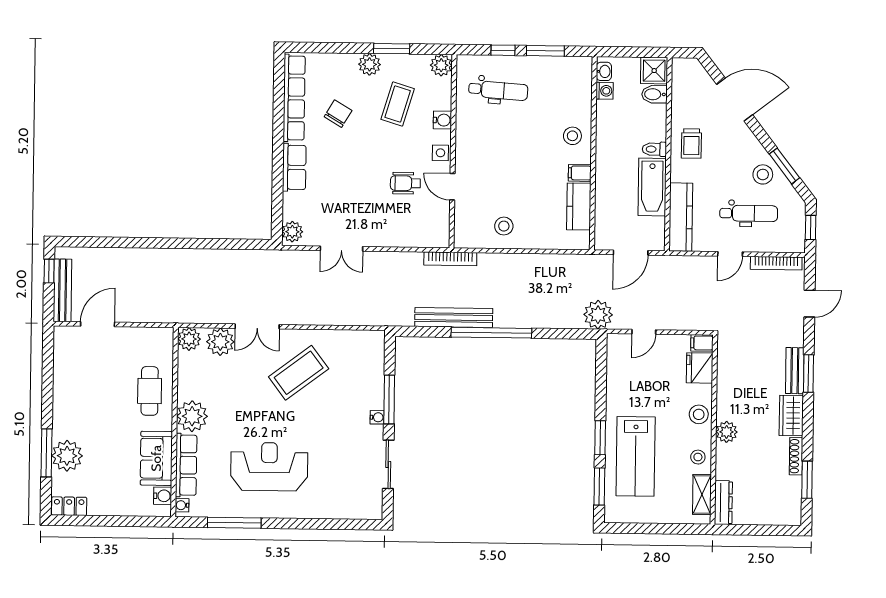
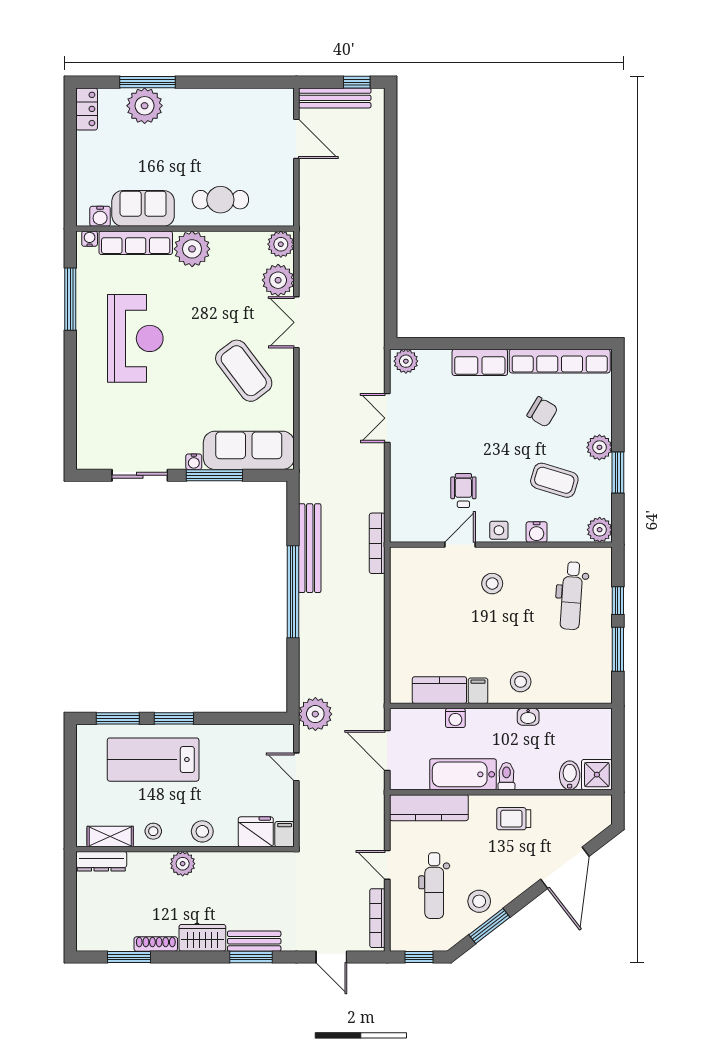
washbasin: (604, 71) -> (528, 717), moved
washing machine: (605, 91) -> (455, 718), moved
stool: (504, 226) -> (492, 584), moved
sofa: (368, 369) -> (249, 450), added

